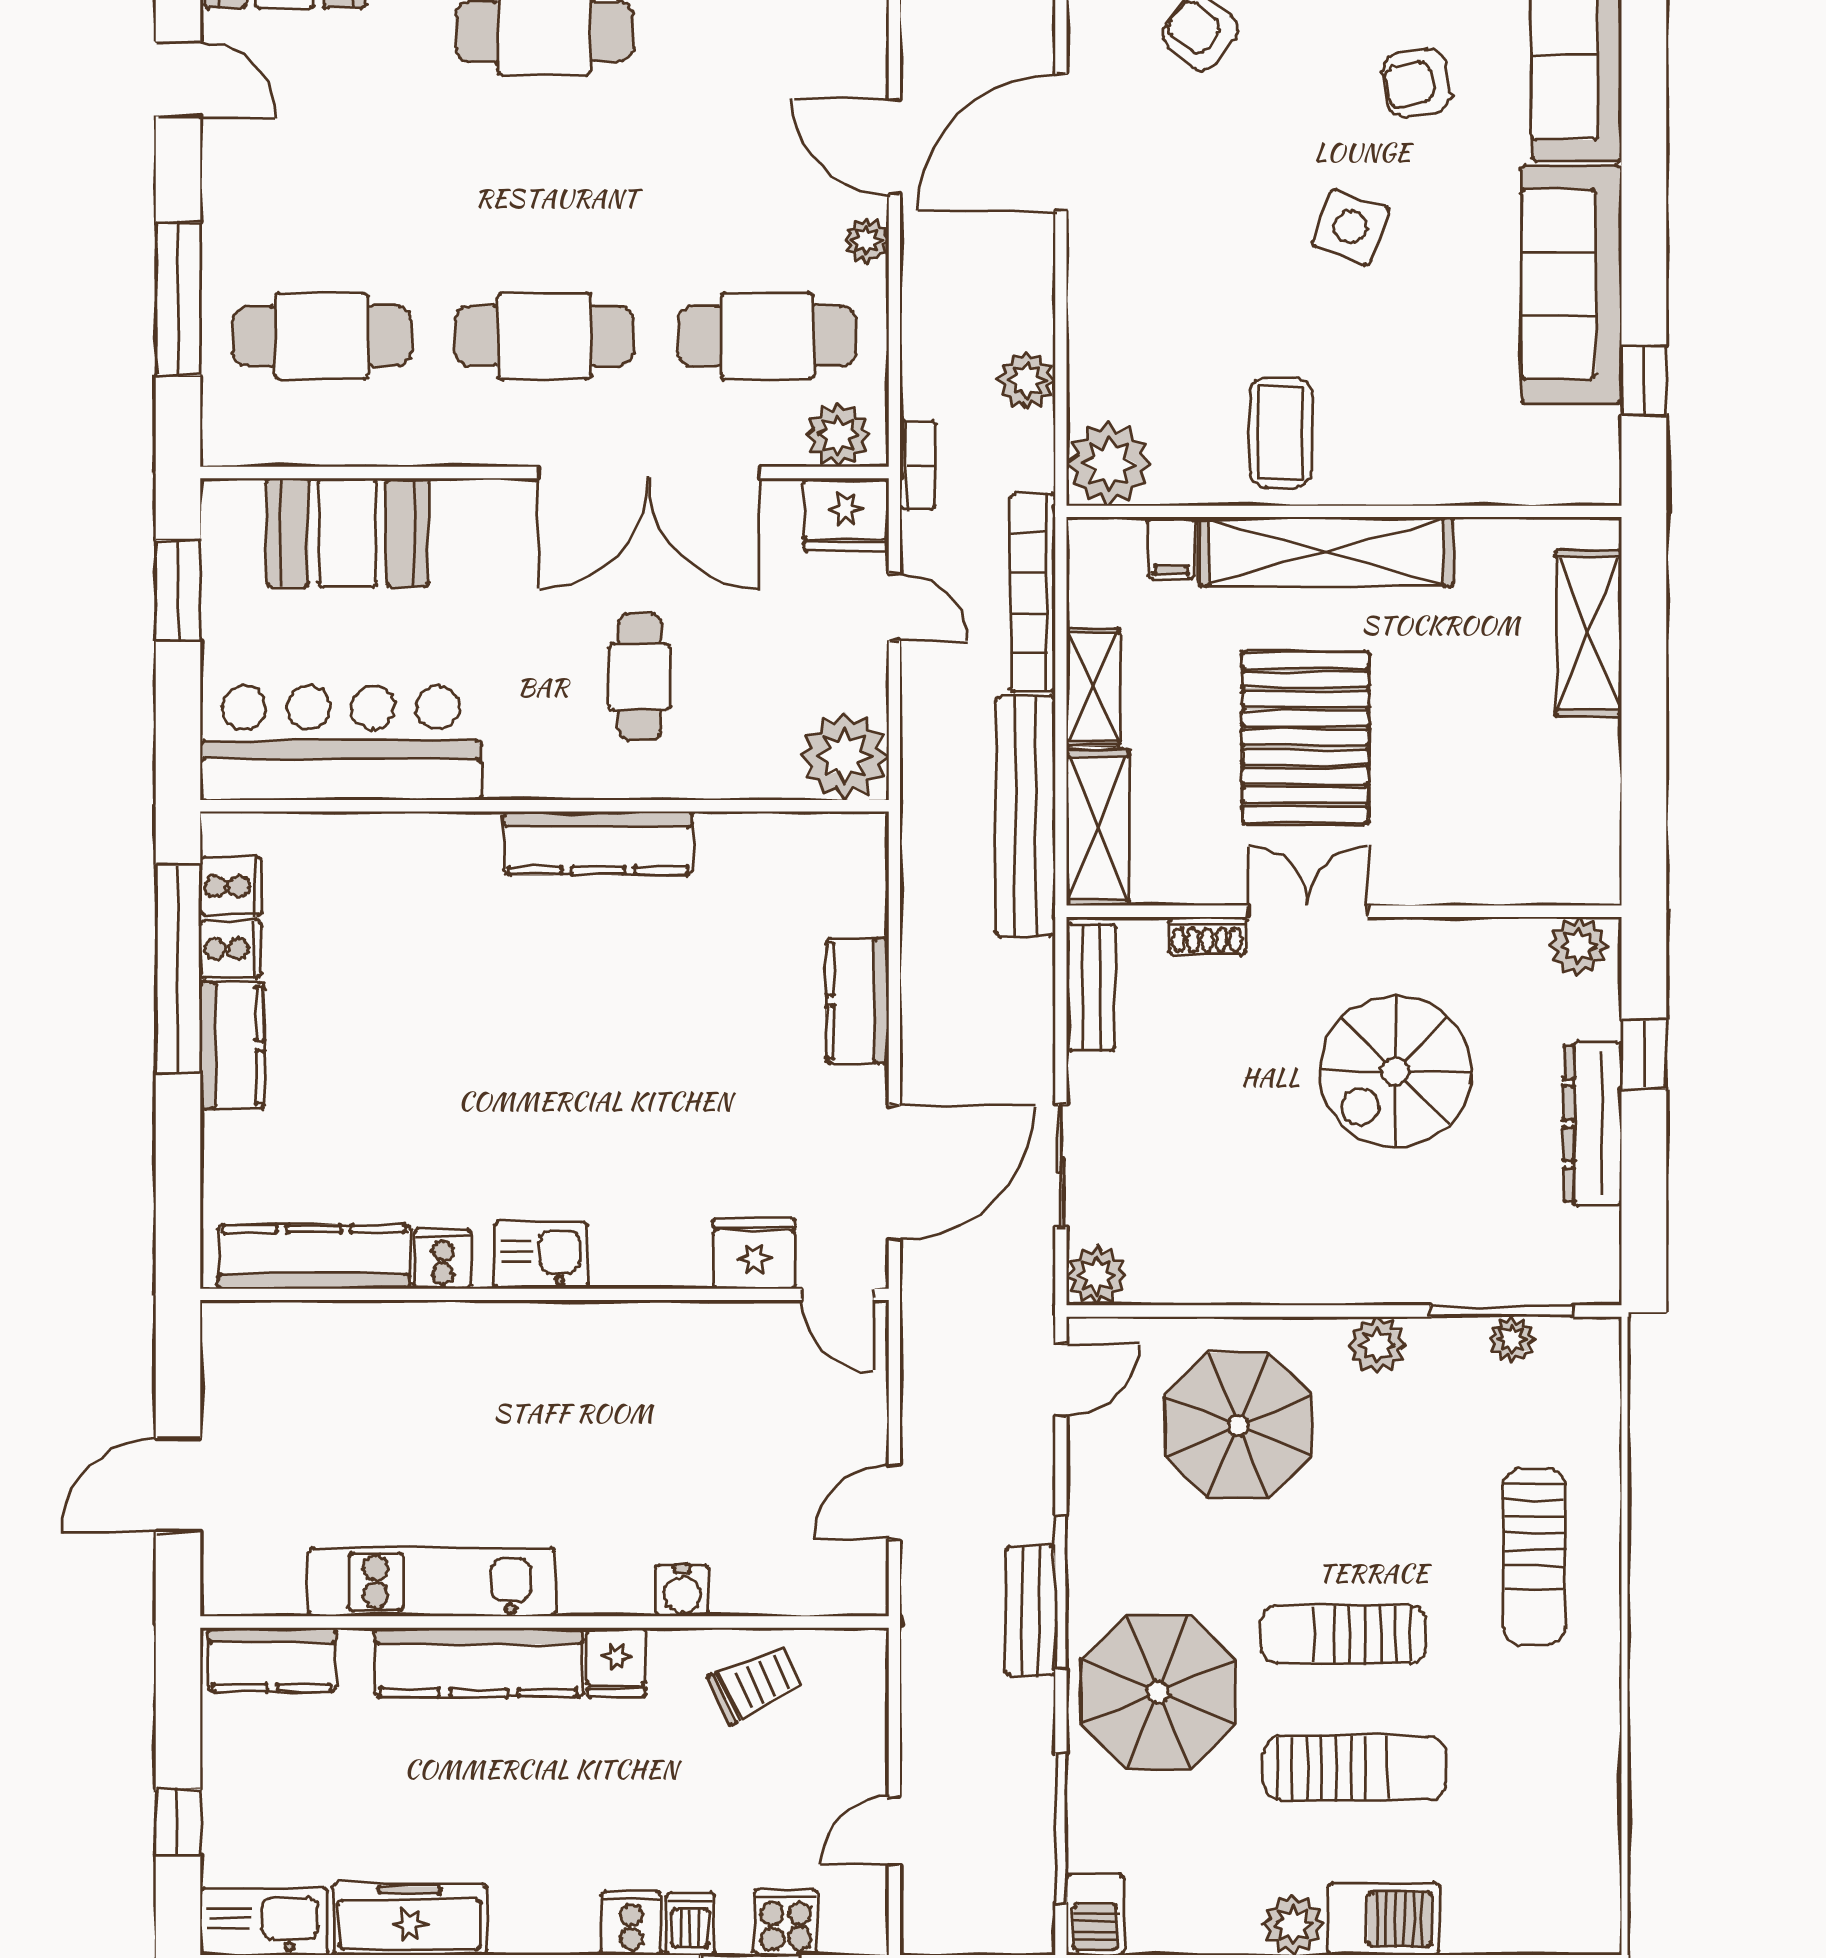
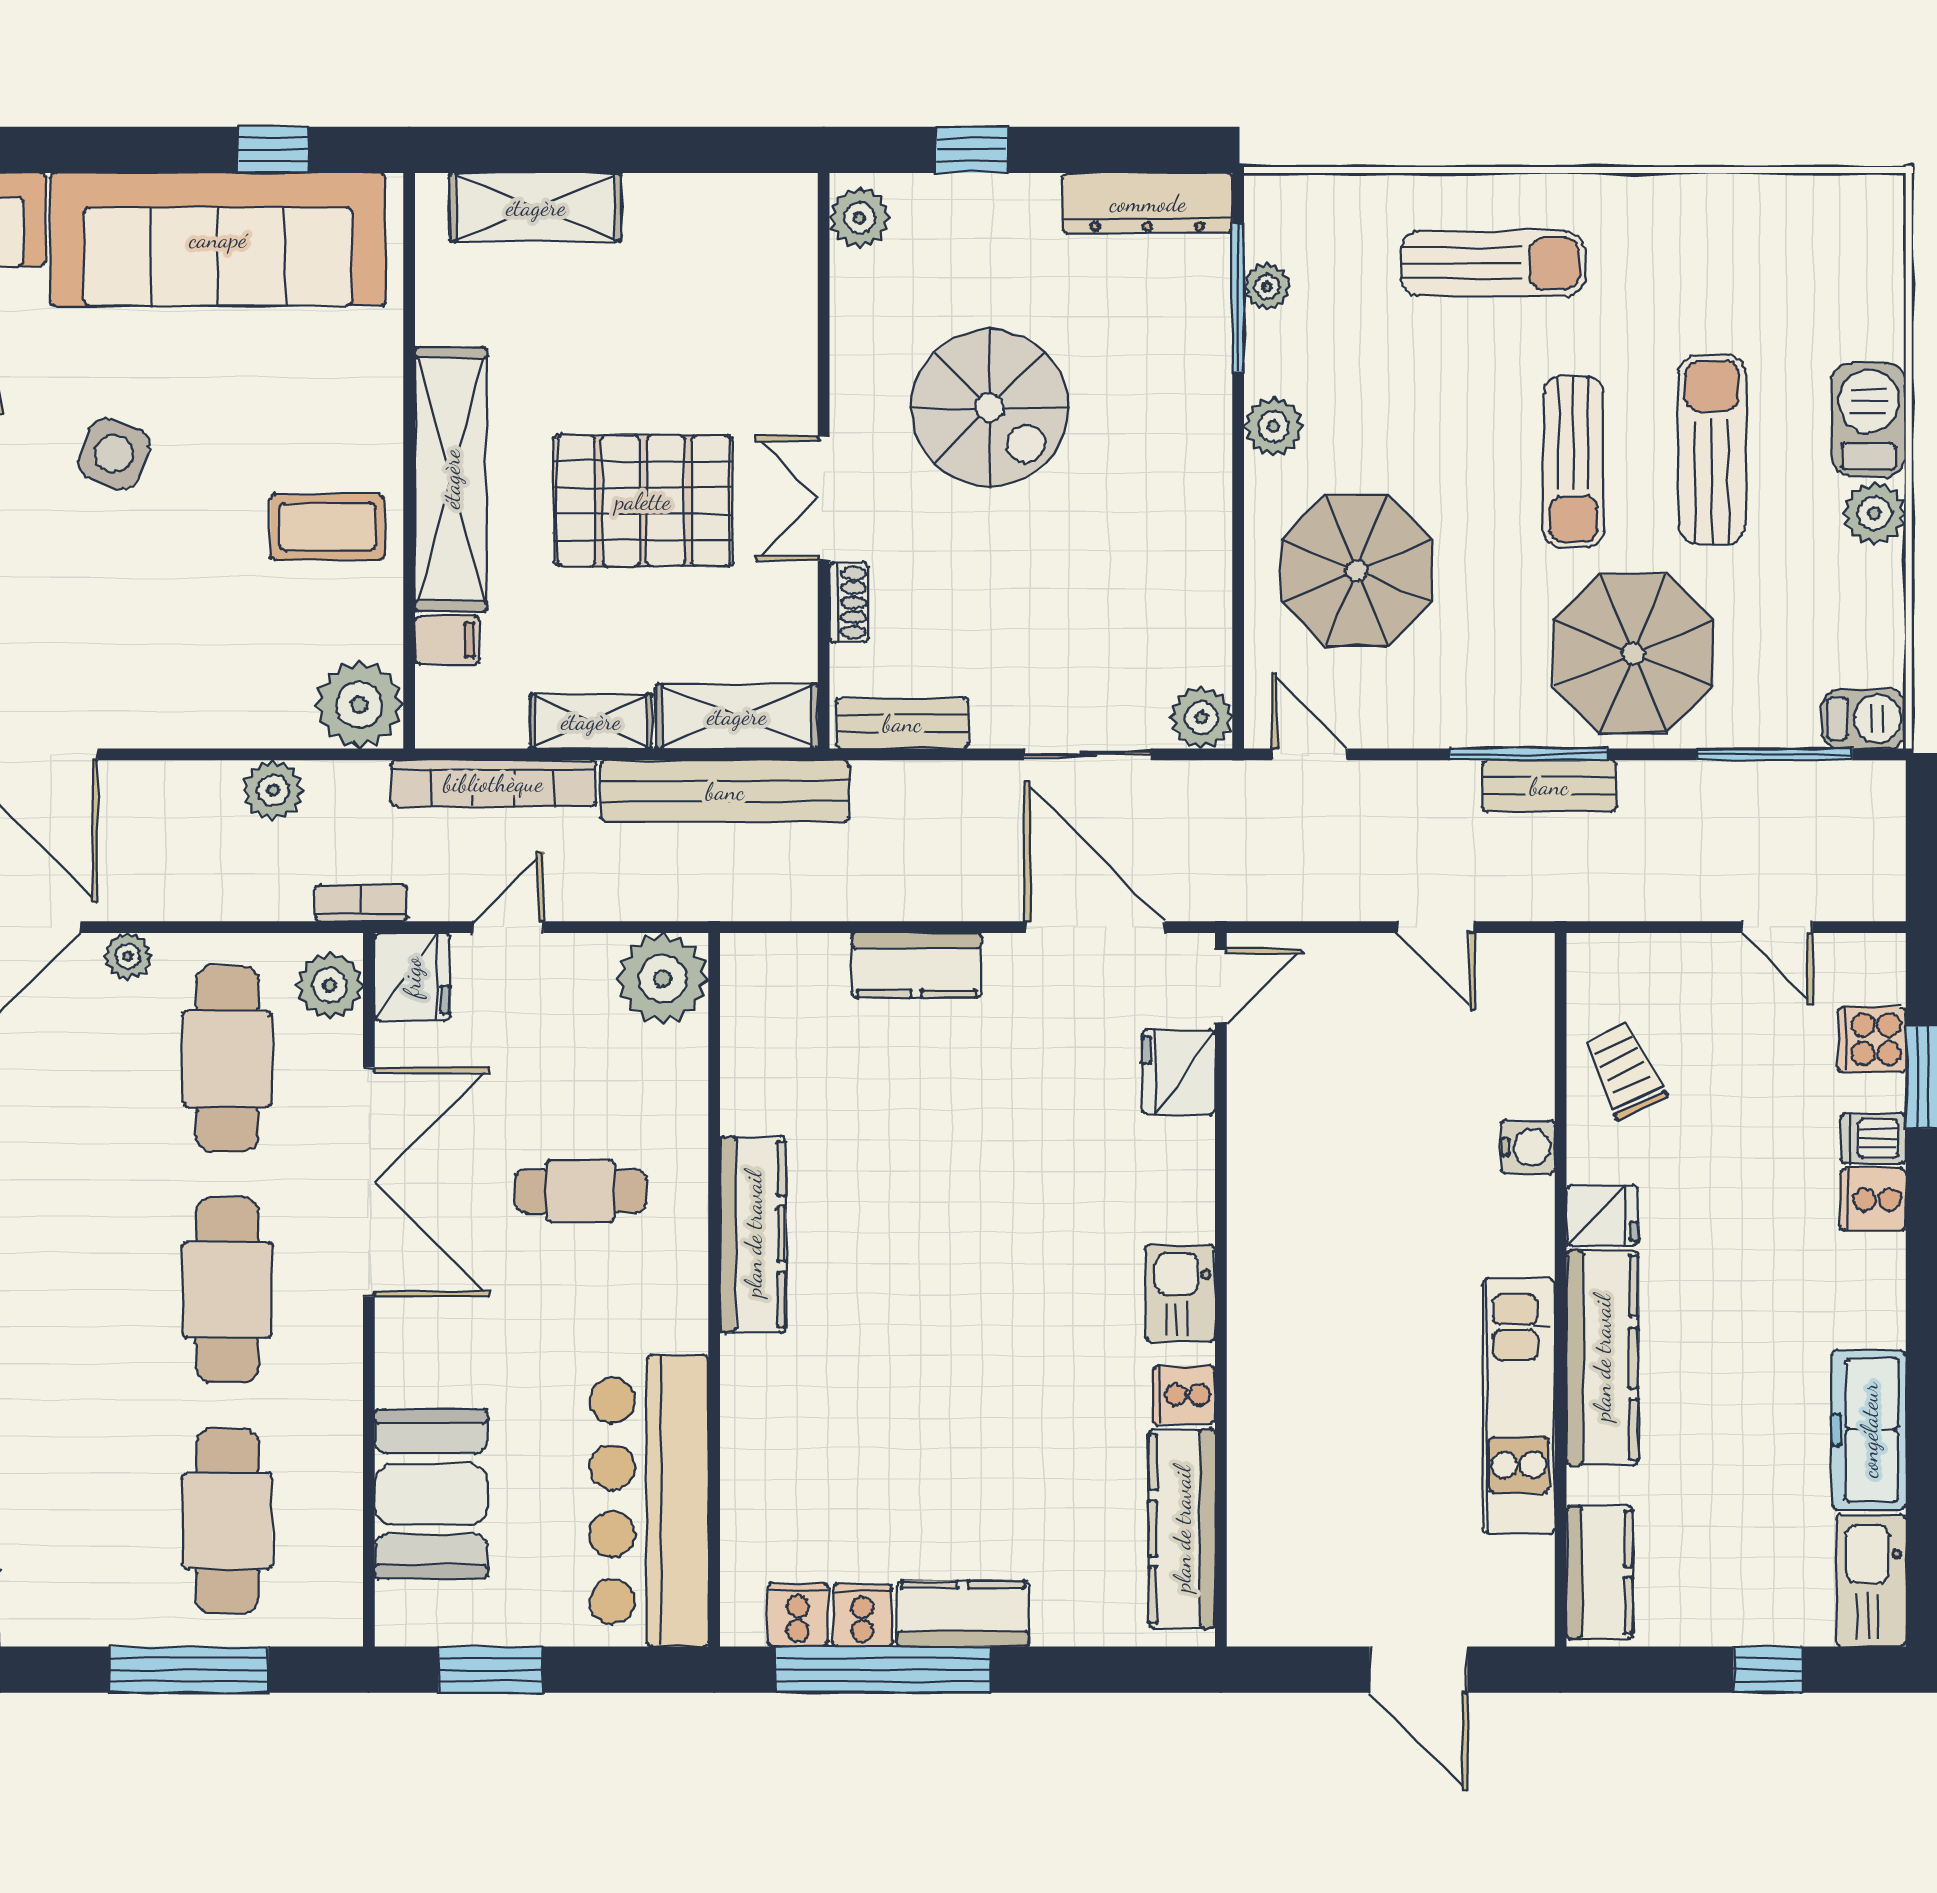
sofa: (1571, 284) -> (218, 239), width x1.36, depth x1.27
dresser: (1593, 1124) -> (1148, 203), moved

